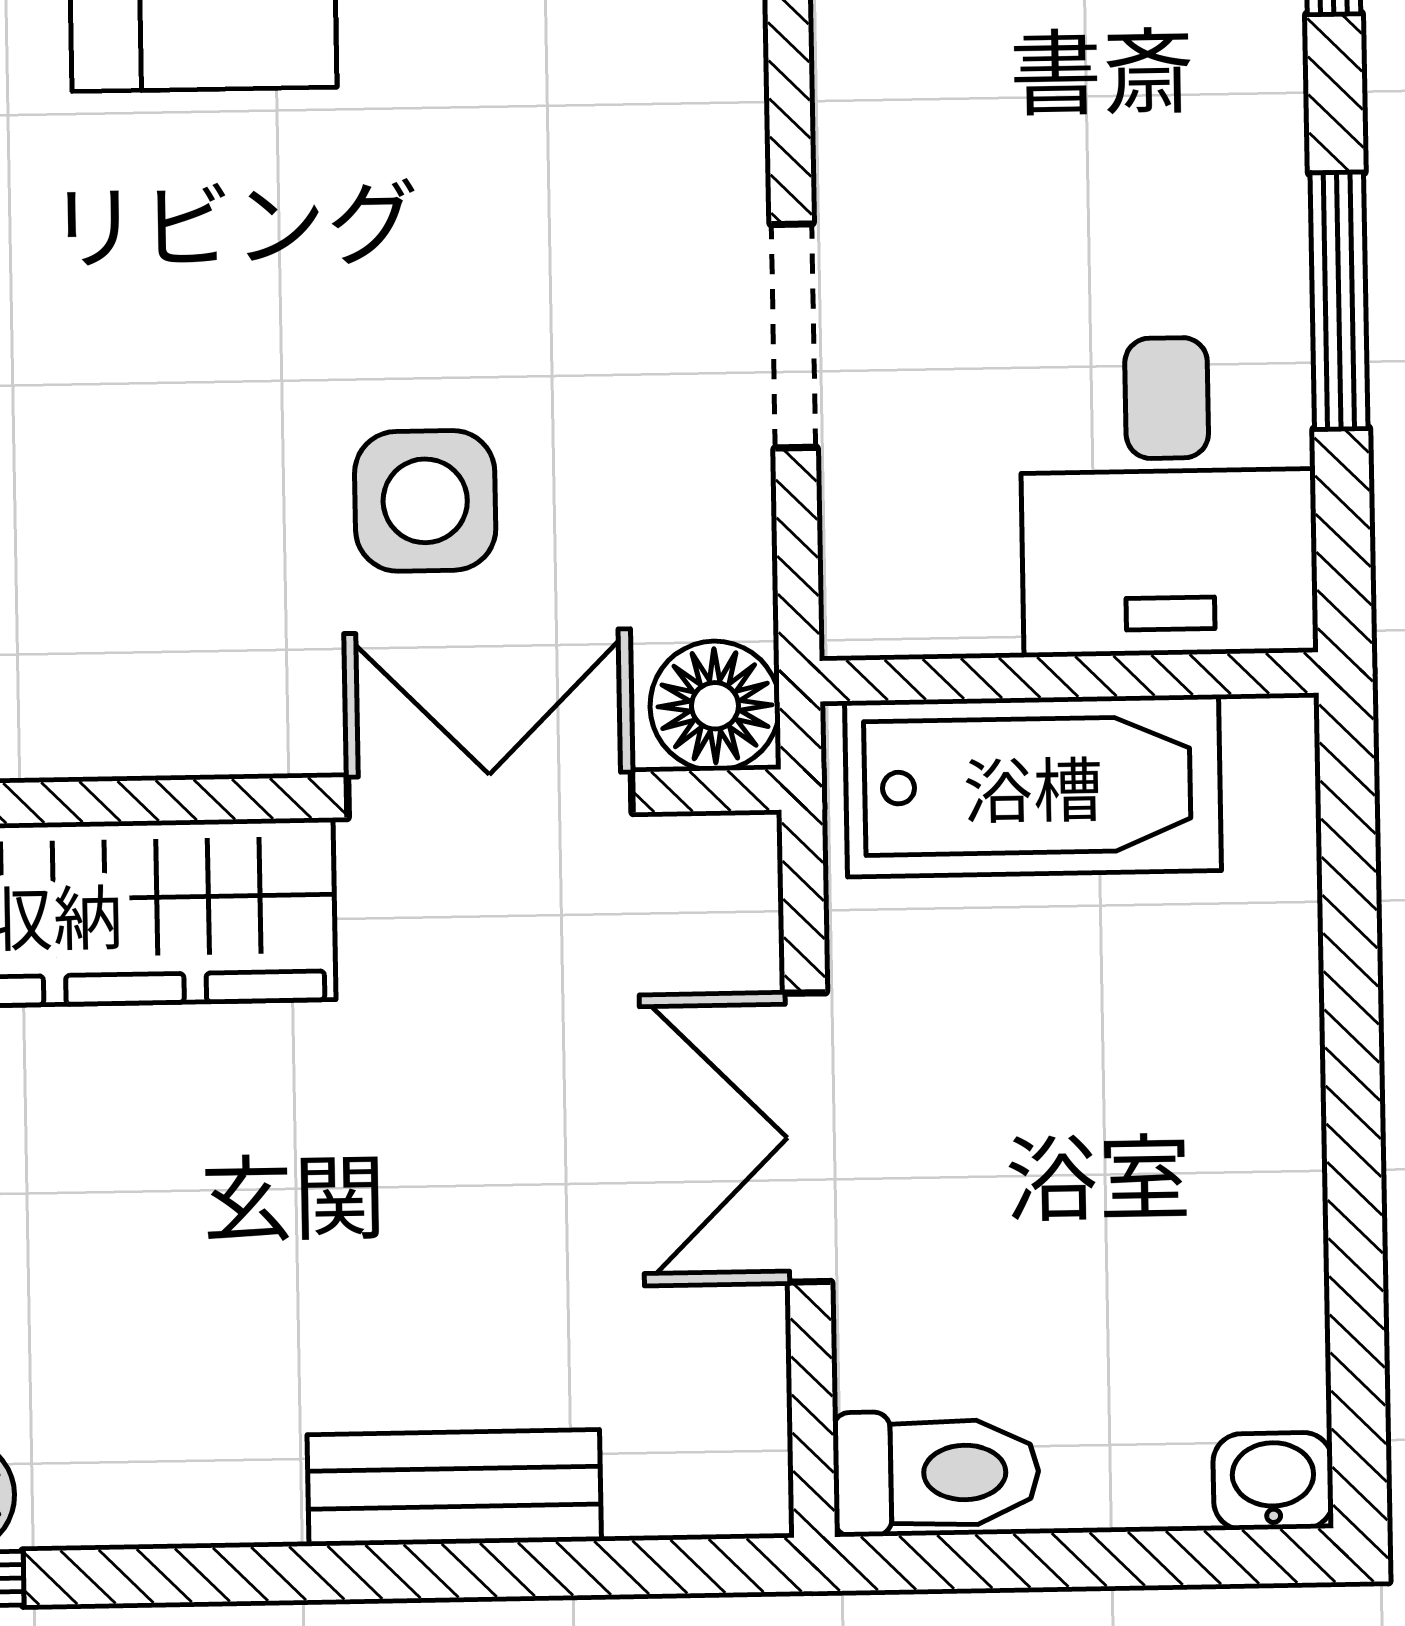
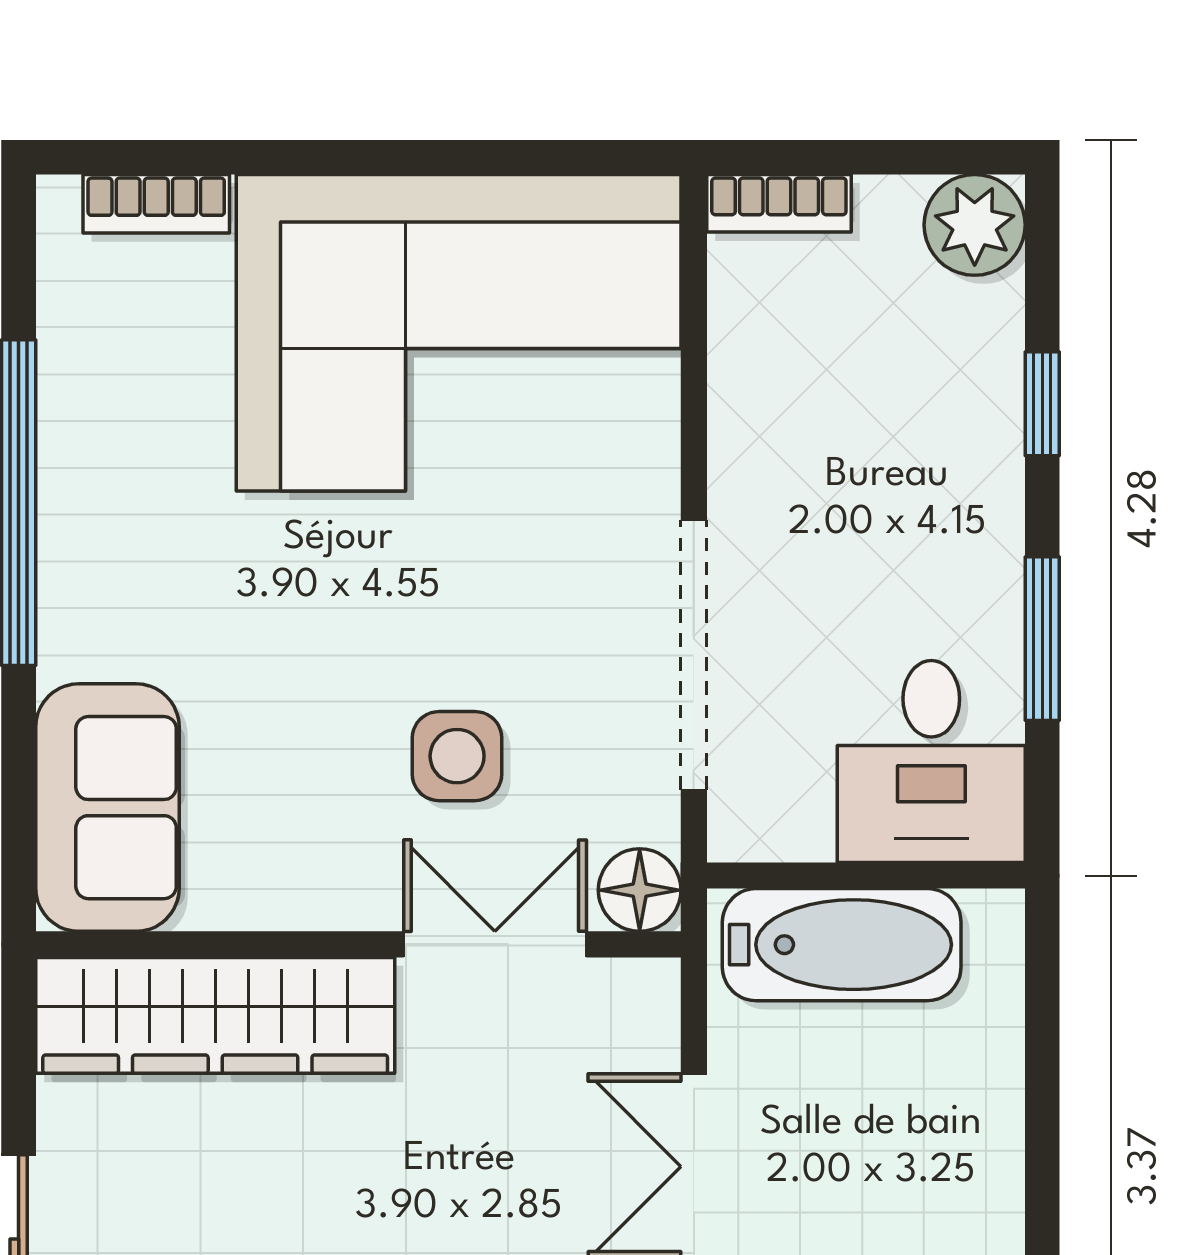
doorway: (794, 336) -> (694, 655), width x1.87

